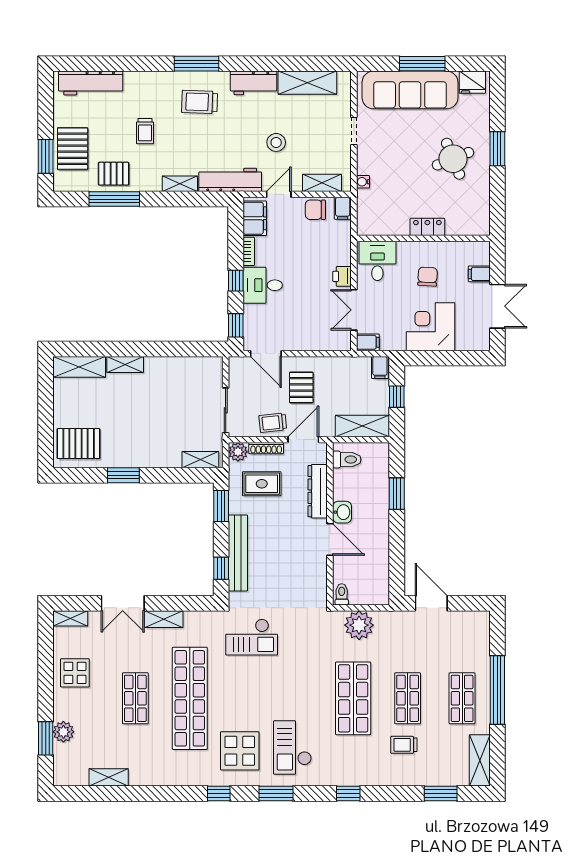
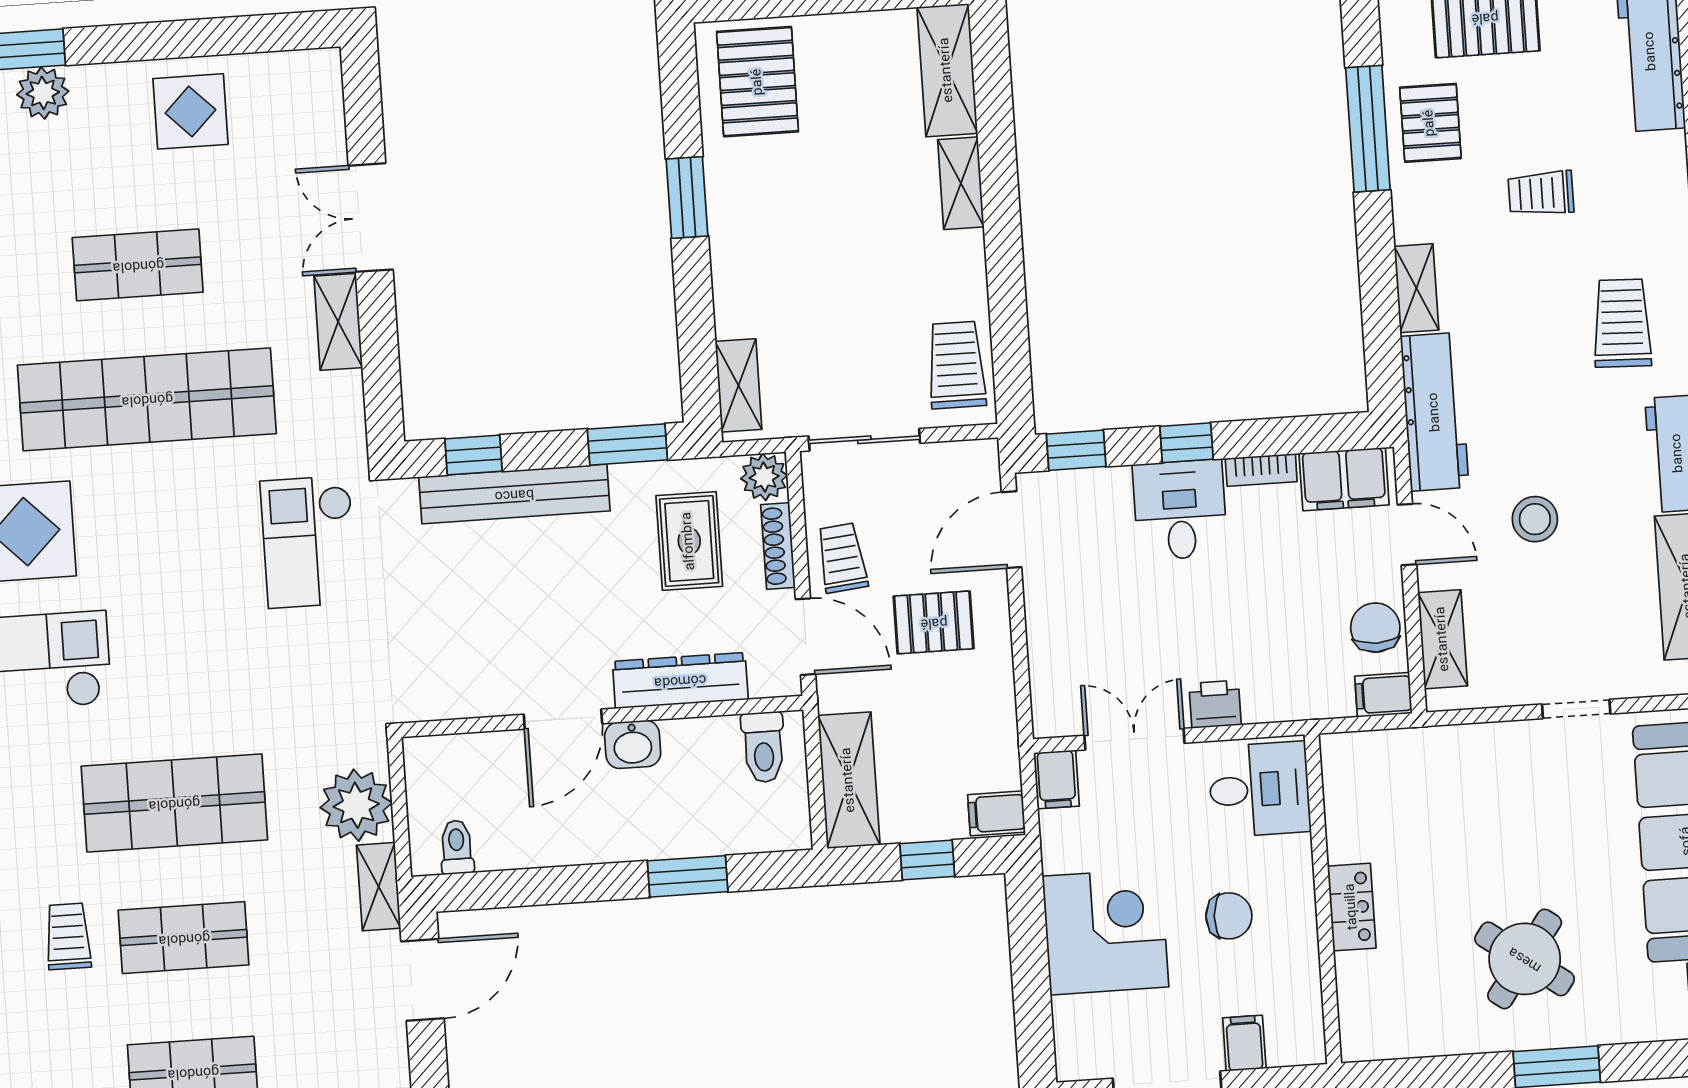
round table: (453, 159) -> (1525, 959), turned -32
water cooler: (363, 182) -> (1452, 740), removed
trolley: (198, 371) -> (956, 365), added
toilet: (342, 594) -> (457, 847), moved, turned -90
shelving: (70, 618) -> (379, 887), moved

